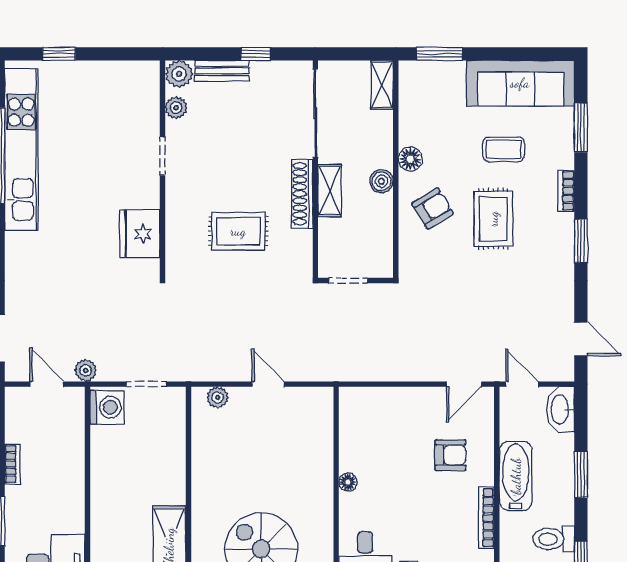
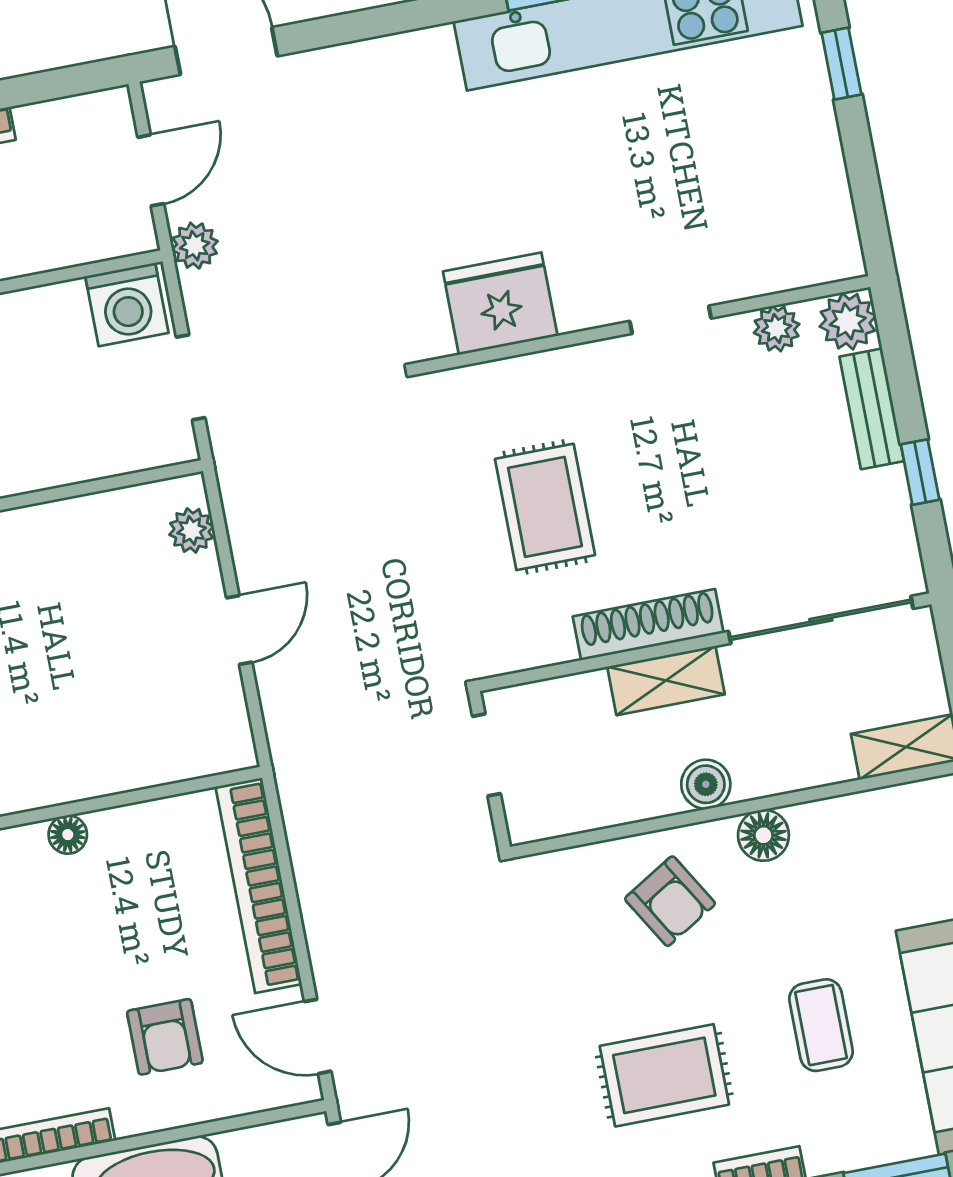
rug: (493, 219) -> (664, 1075), moved
bookcase: (388, 398) -> (259, 885), added

